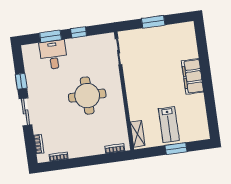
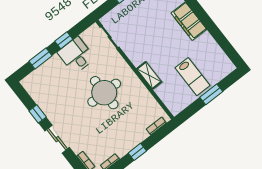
desk: (53, 55) -> (76, 55), moved
shelving: (138, 134) -> (149, 75), moved
window: (86, 161) -> (137, 152), added

